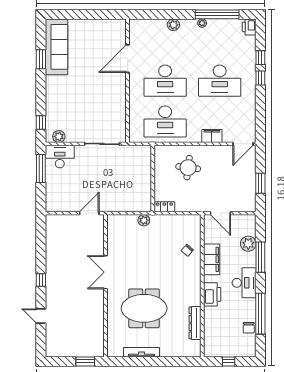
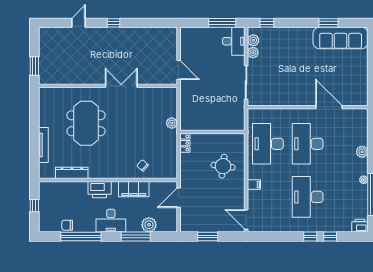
filing cabinet: (212, 136) -> (254, 185), width x0.50
plant: (71, 137) -> (253, 53), added
tv unit: (141, 352) -> (43, 145), moved

